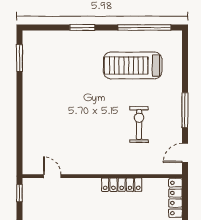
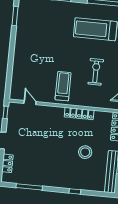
treadmill: (96, 149) -> (63, 86), added

